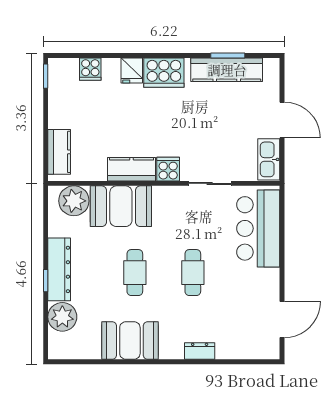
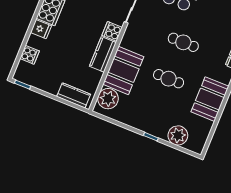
dresser: (59, 269) -> (147, 125), removed

